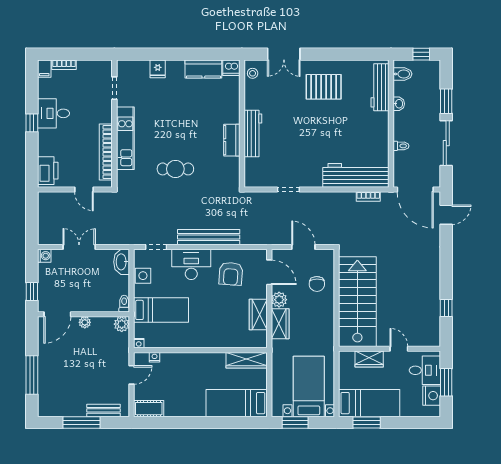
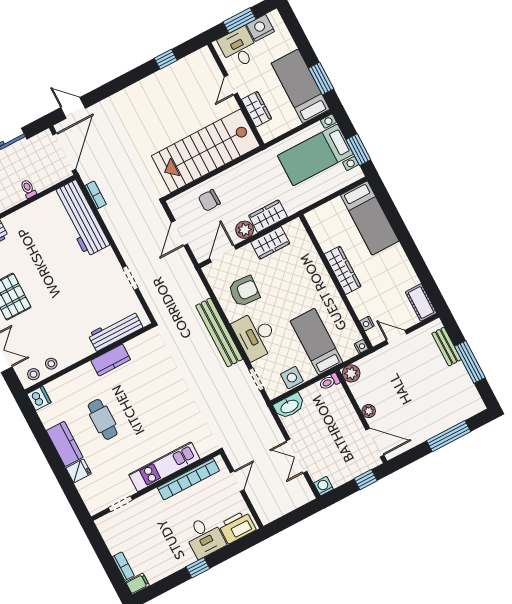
kitchen counter: (203, 69) -> (65, 444), moved
stool: (254, 92) -> (51, 364), added
desk: (54, 113) -> (204, 537), moved
workbench: (253, 133) -> (115, 331), moved
cafe table: (175, 169) -> (103, 419), moved
chair: (317, 284) -> (209, 200), turned 180
wardrobe: (247, 360) -> (343, 270), moved

